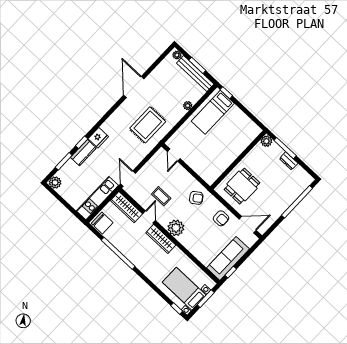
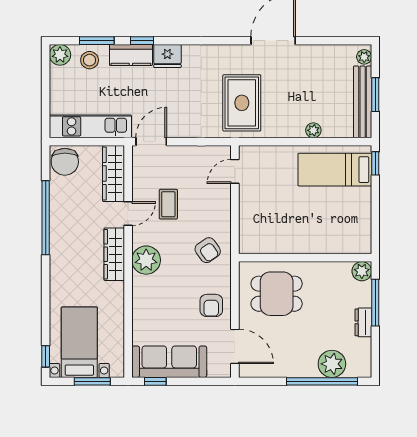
rug: (148, 125) -> (242, 103), turned 90
stool: (69, 172) -> (90, 60), added
plant: (294, 191) -> (332, 364), added

